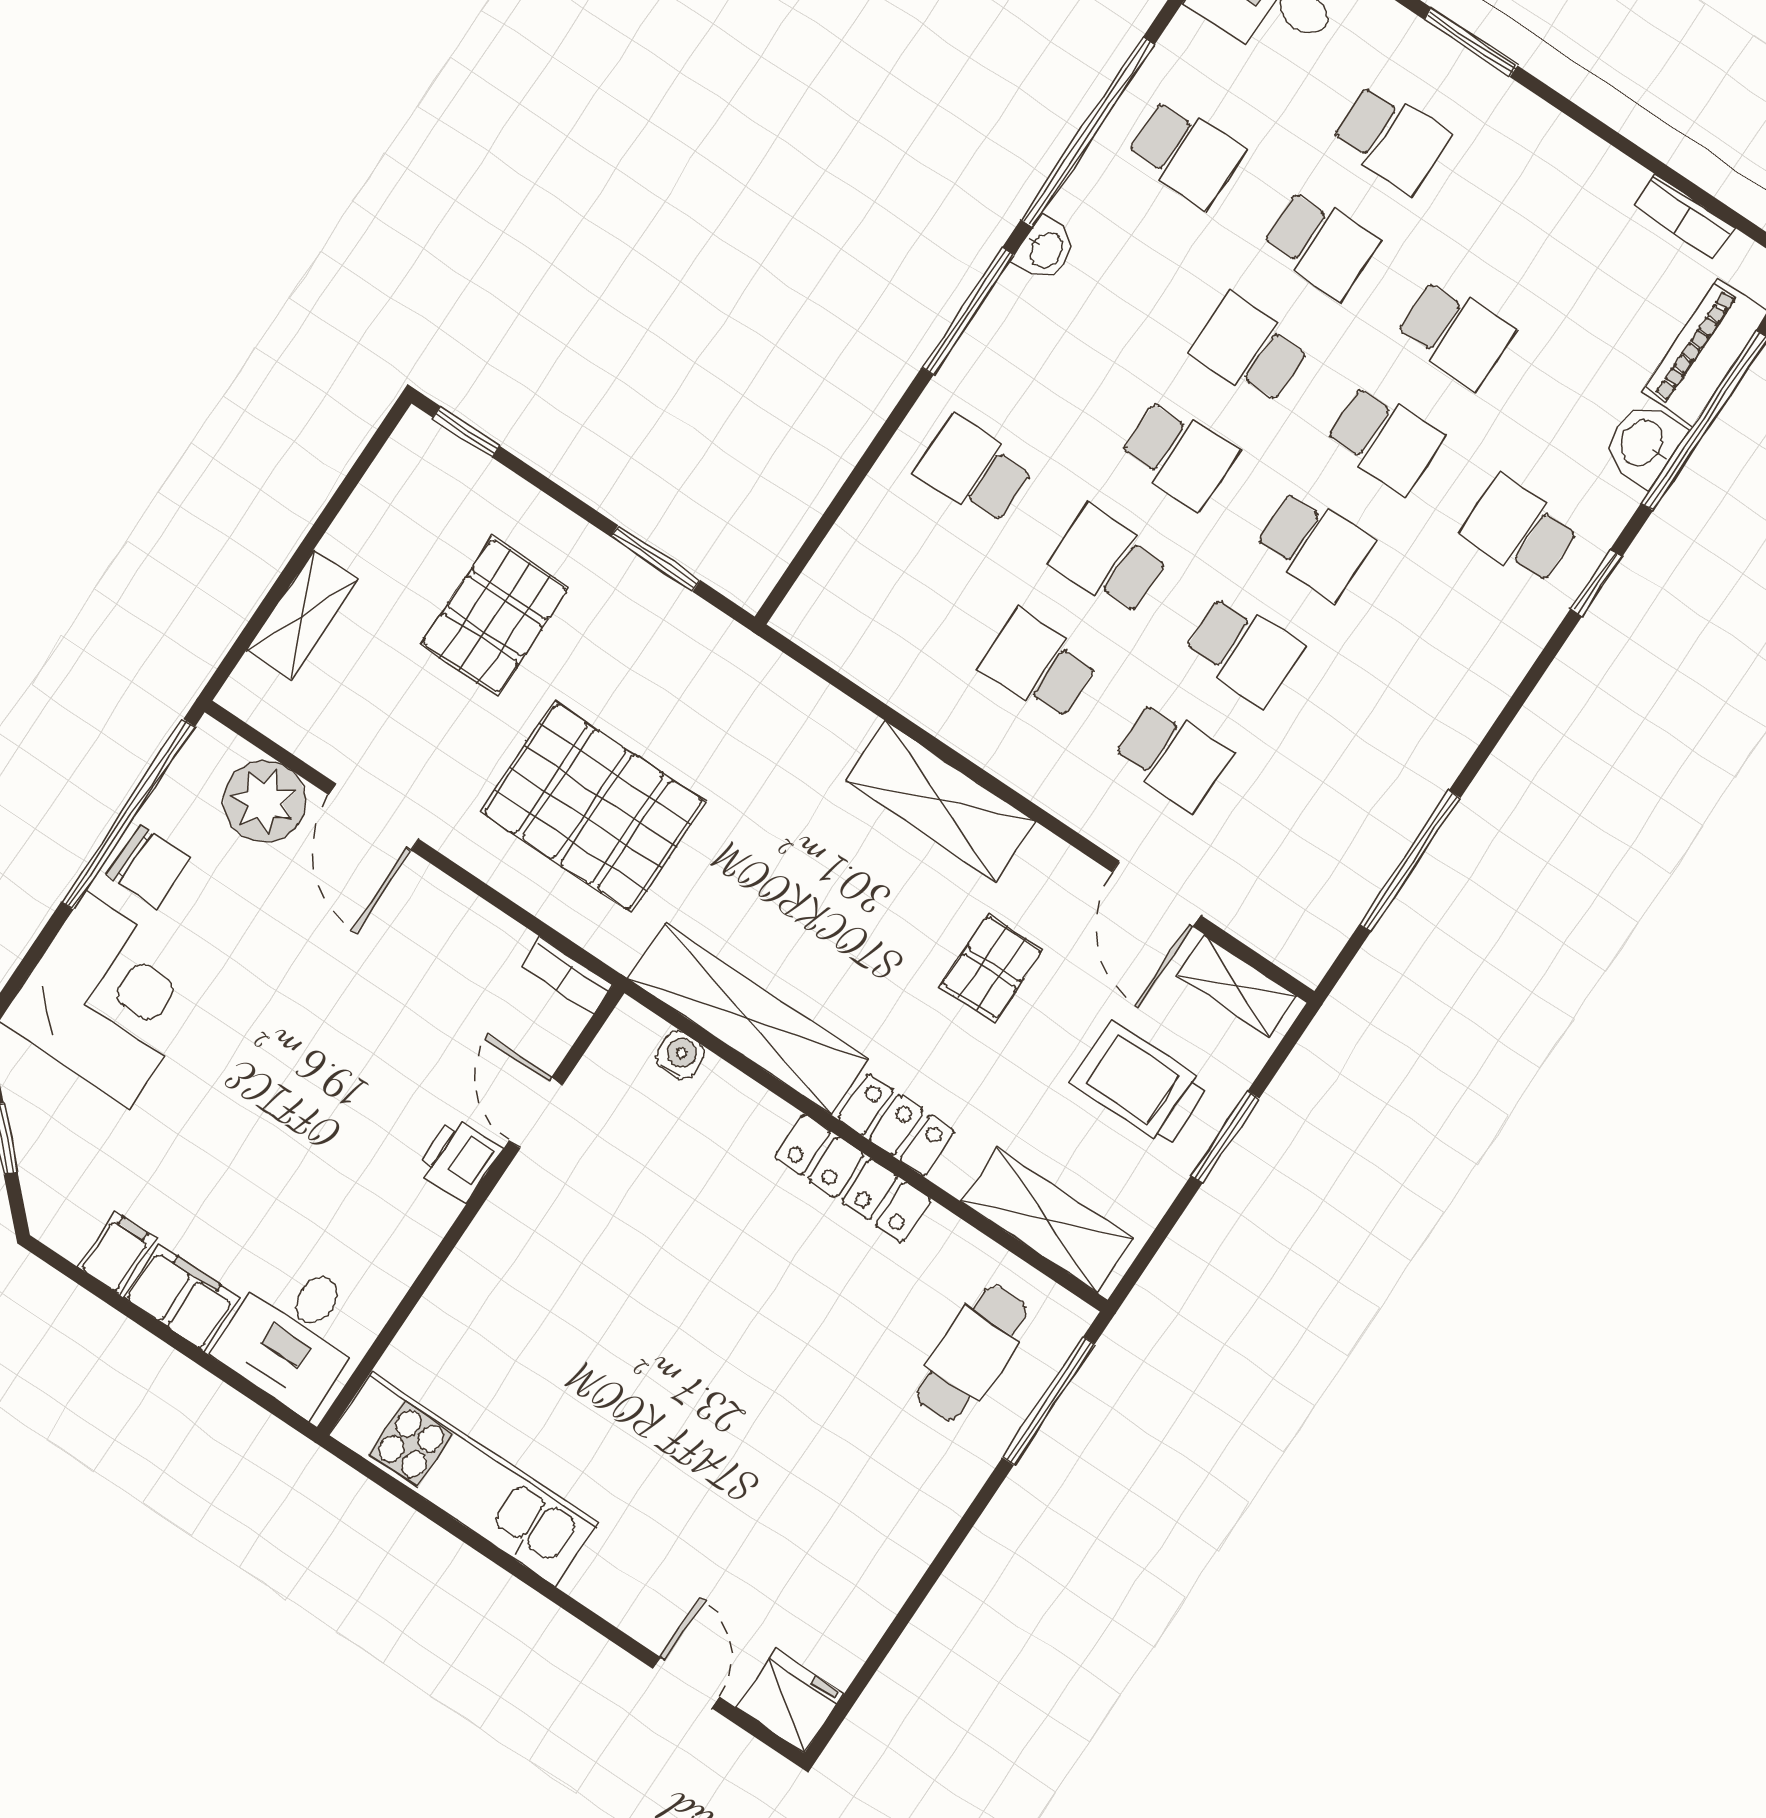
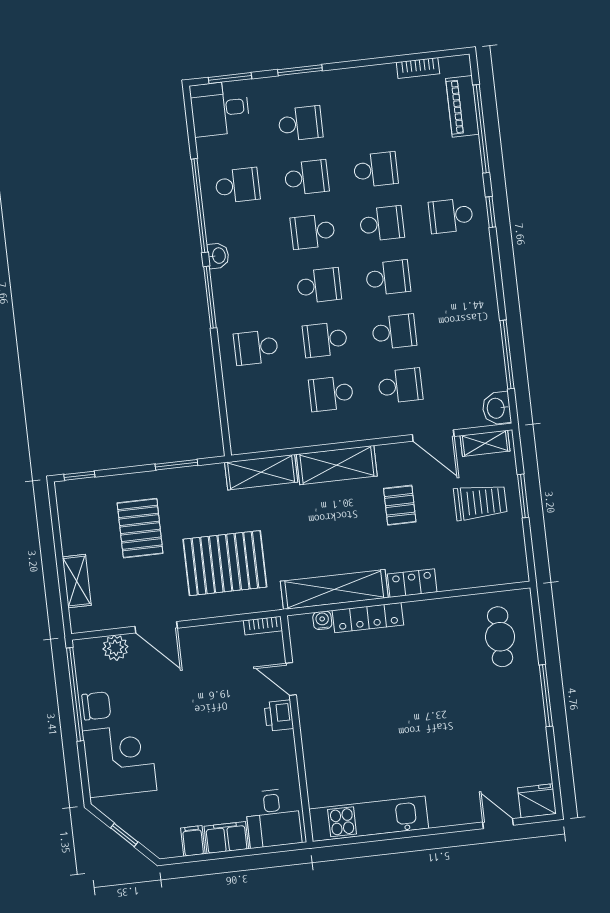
washbasin: (1643, 444) -> (497, 408), moved
plant: (264, 801) -> (115, 648), width x0.73, depth x0.73
trolley: (1140, 1084) -> (480, 502), turned 180
locker: (853, 1178) -> (368, 618), moved
shelving: (1047, 1220) -> (261, 472), moved
window: (1048, 1401) -> (546, 696), moved

